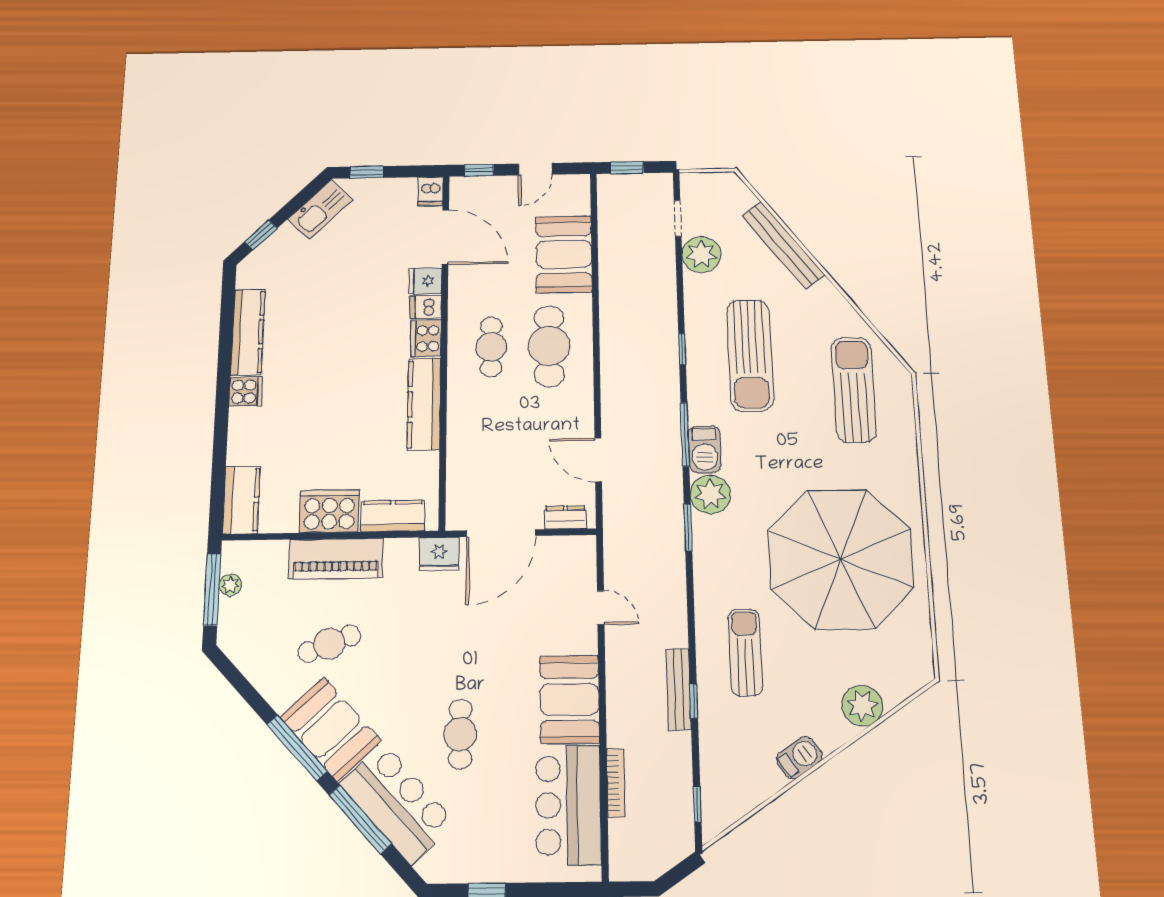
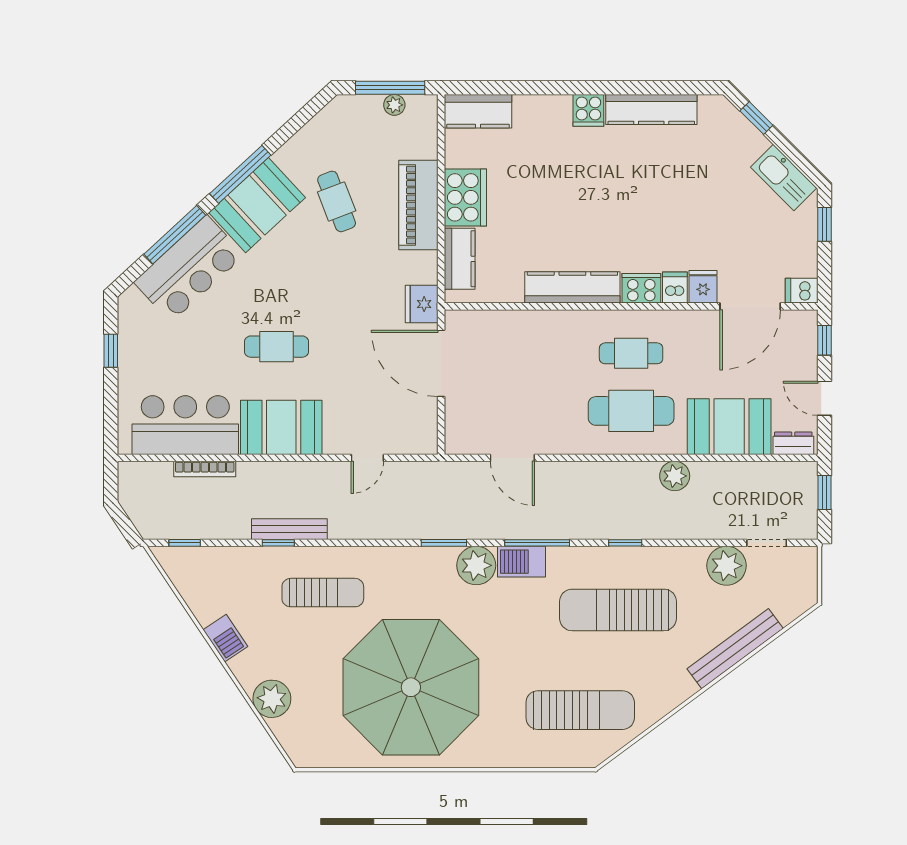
plant: (614, 304) -> (675, 476), added
door: (598, 460) -> (512, 458), swing flipped
dresser: (565, 517) -> (793, 443), moved, turned -90
cafe table: (460, 734) -> (276, 347), moved

